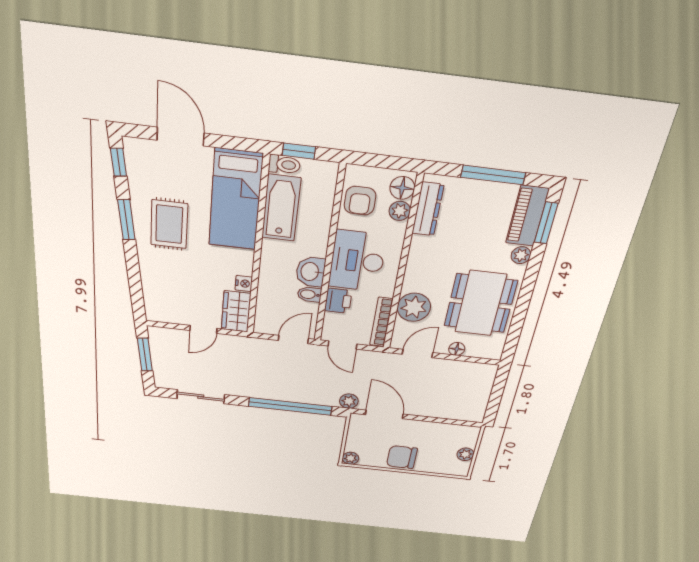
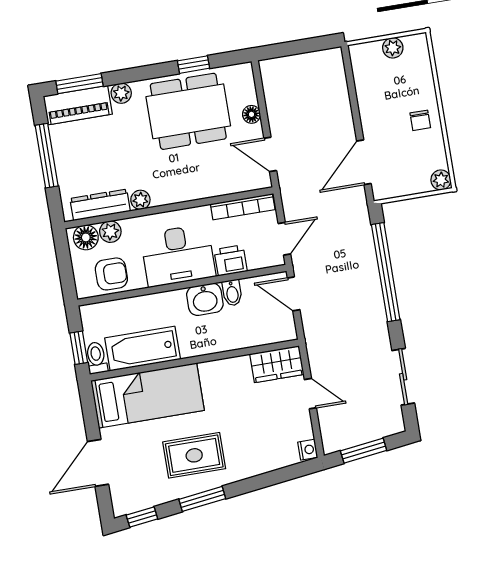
nightstand: (244, 283) -> (308, 450), moved, turned 90
plant: (414, 307) -> (140, 200), moved, width x0.53, depth x0.53
window: (519, 318) -> (193, 65), added
plant: (349, 401) -> (358, 208), removed
chair: (402, 457) -> (420, 120), width x0.54, depth x0.54

